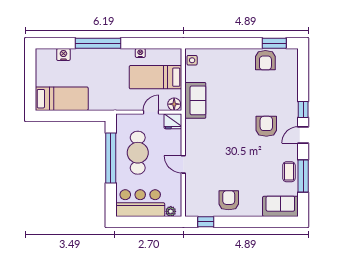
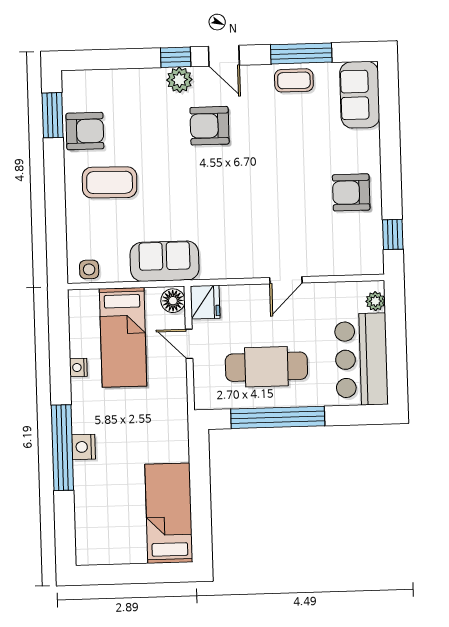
nightstand: (63, 55) -> (84, 447), moved
coffee table: (238, 72) -> (110, 182), added
plant: (291, 111) -> (179, 80), added

